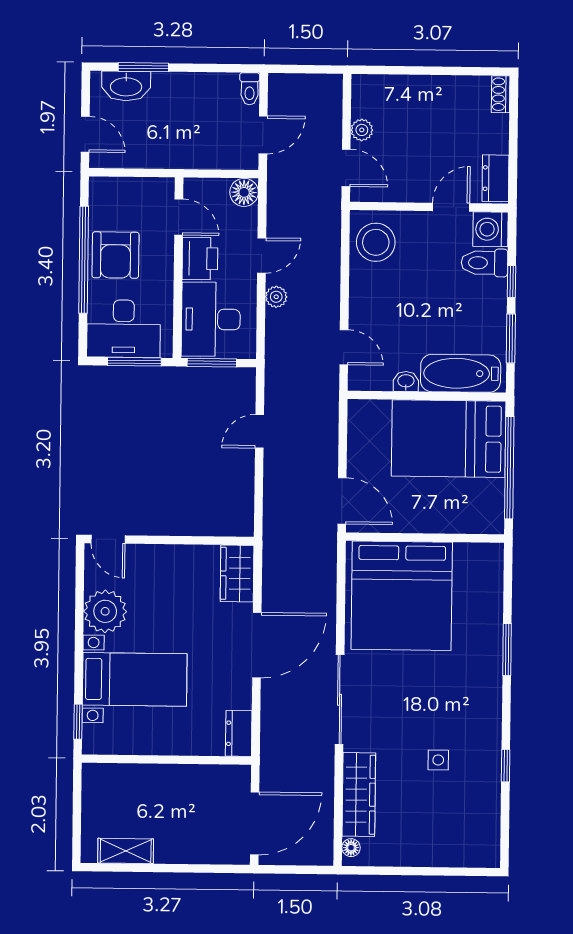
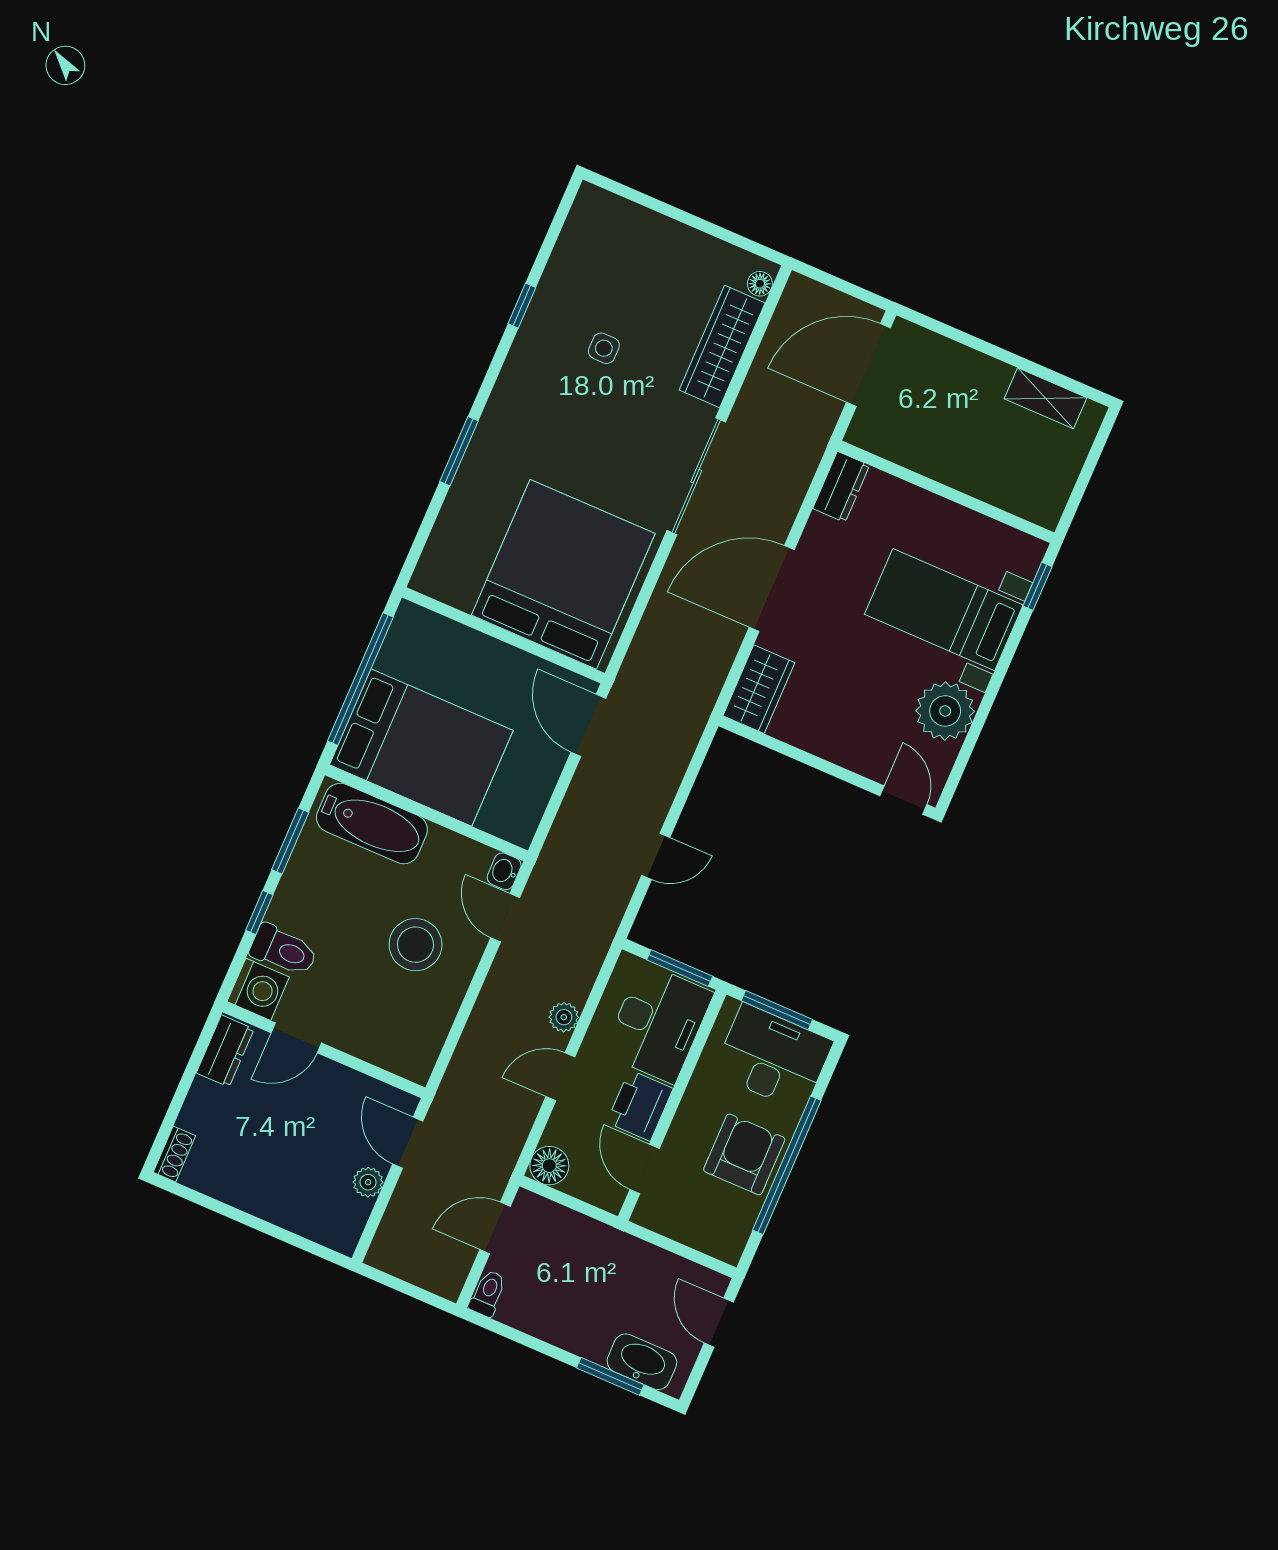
stool: (376, 242) -> (416, 945), moved
washbasin: (406, 381) -> (504, 871), moved, turned 90

